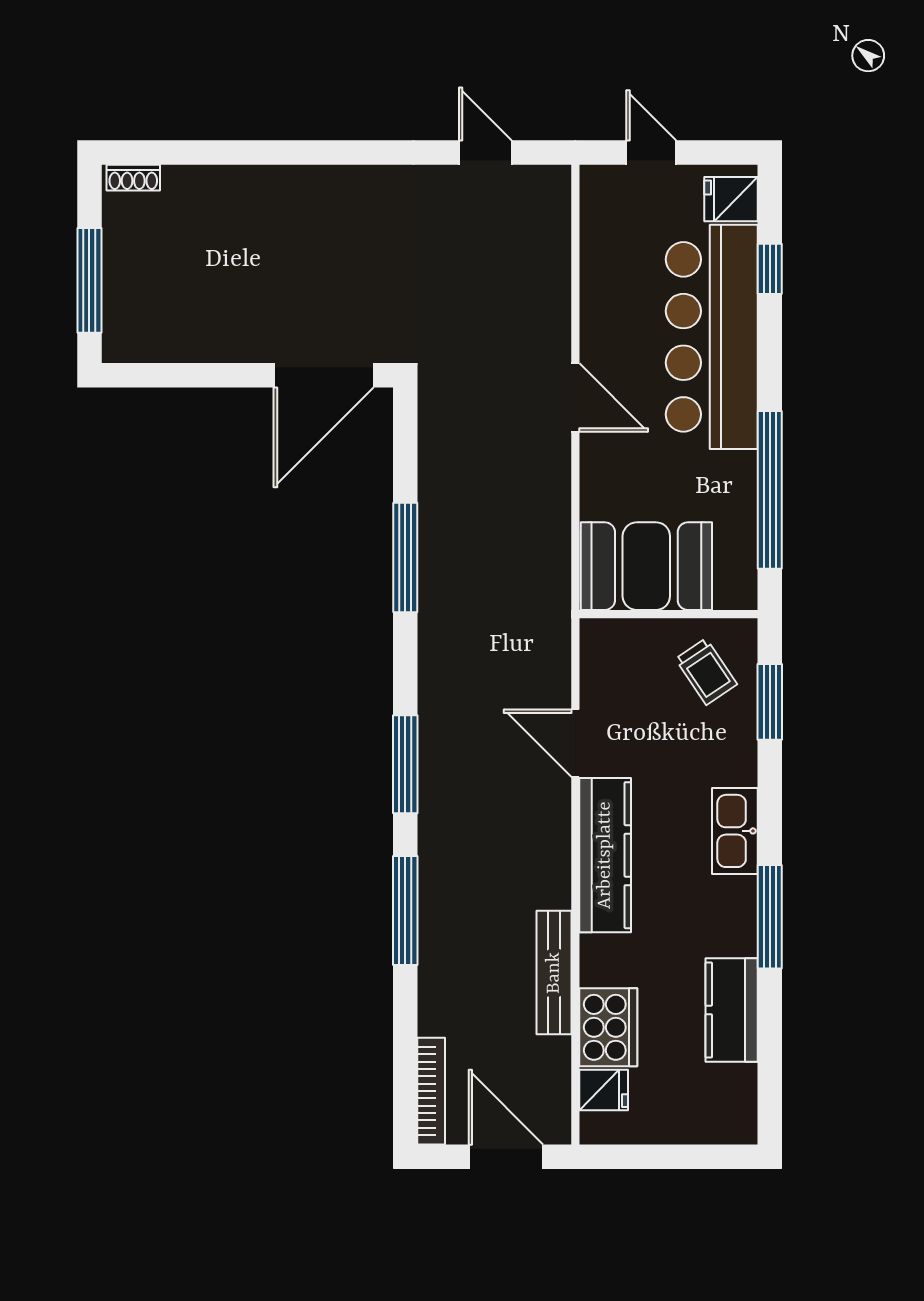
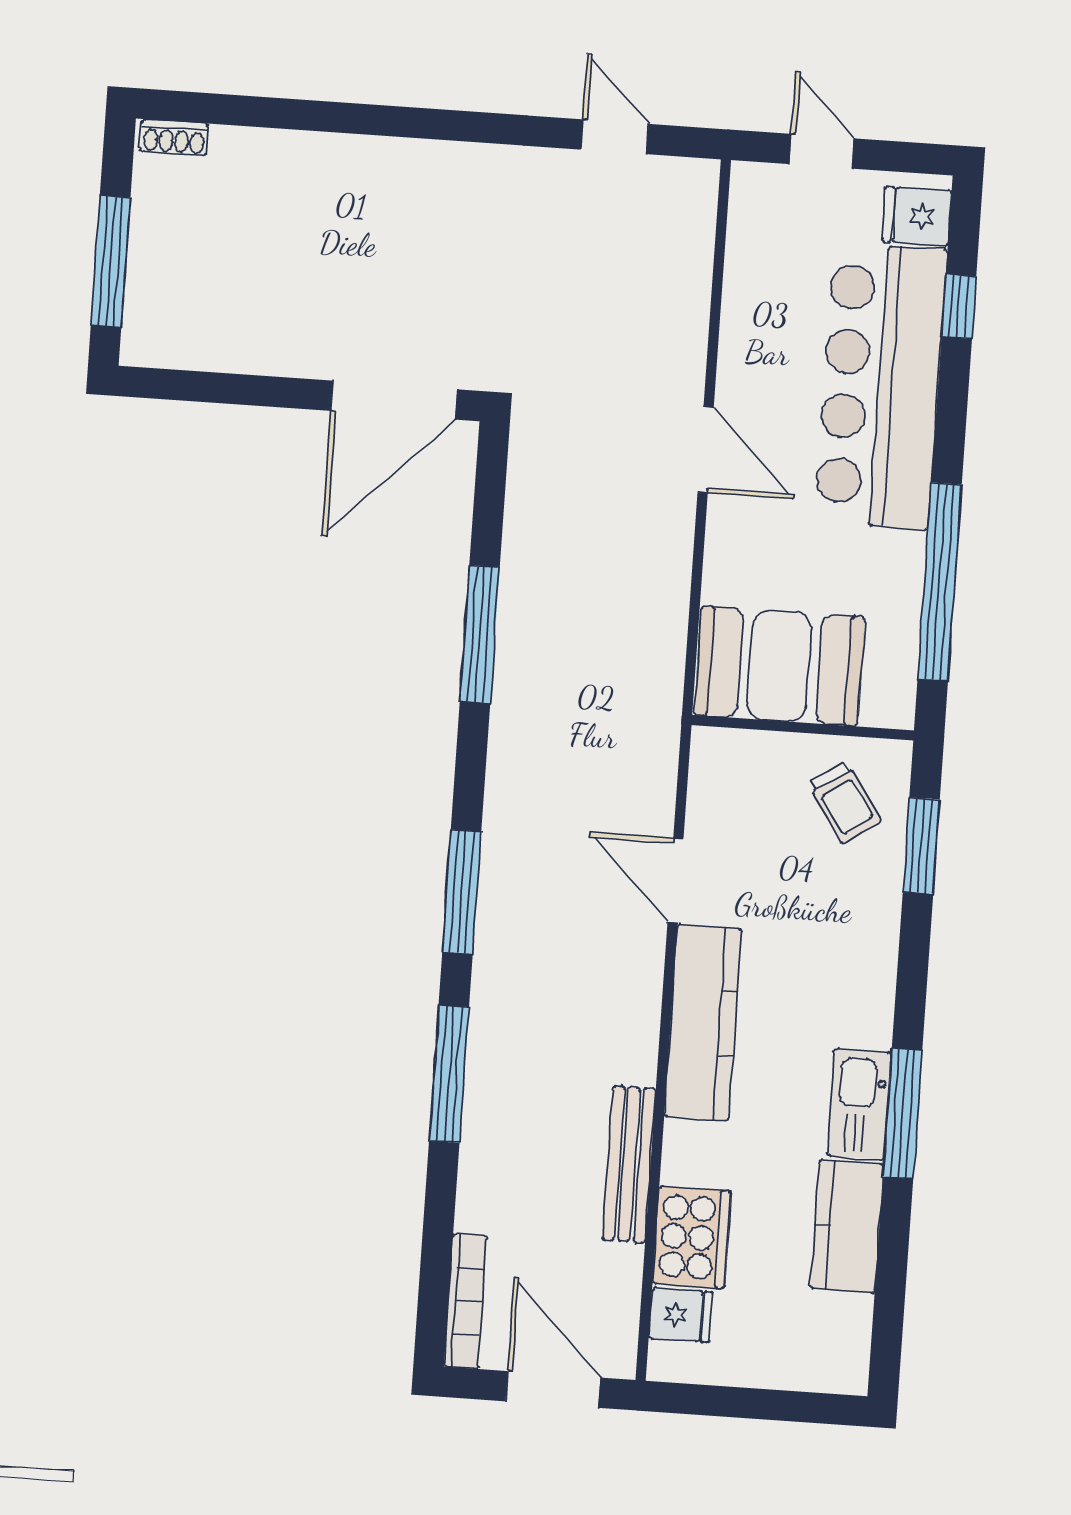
kitchen sink: (735, 831) -> (859, 1104), moved

